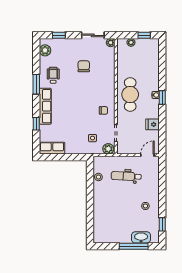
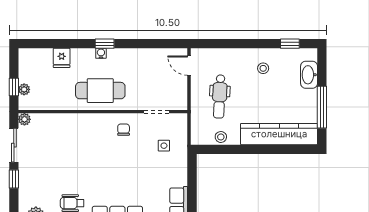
window: (59, 35) -> (14, 179), moved
window: (144, 35) -> (14, 87), moved
chair: (84, 66) -> (59, 158), removed
fridge: (153, 124) -> (62, 58), moved
plant: (108, 149) -> (180, 123), removed
kitchen counter: (100, 217) -> (279, 134), added
window: (134, 246) -> (322, 107), moved

